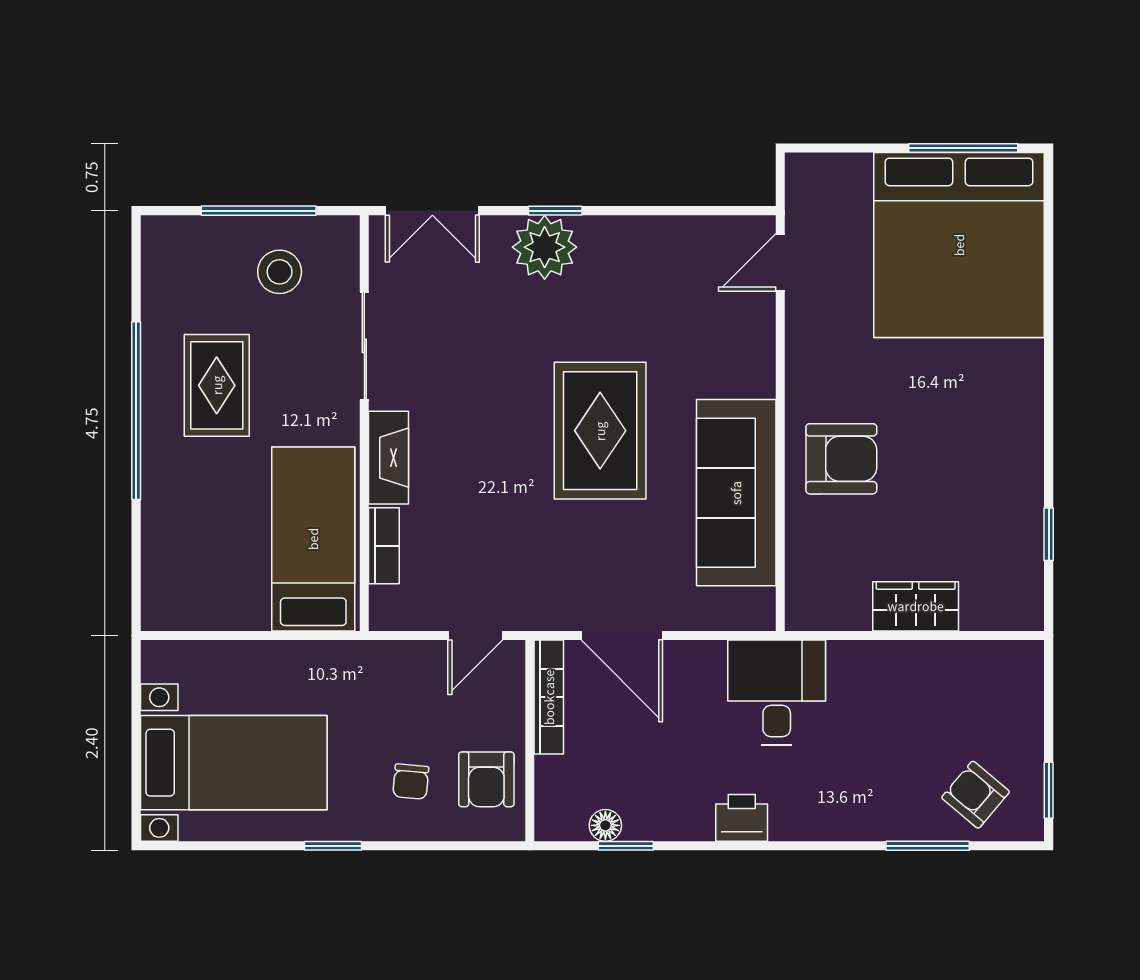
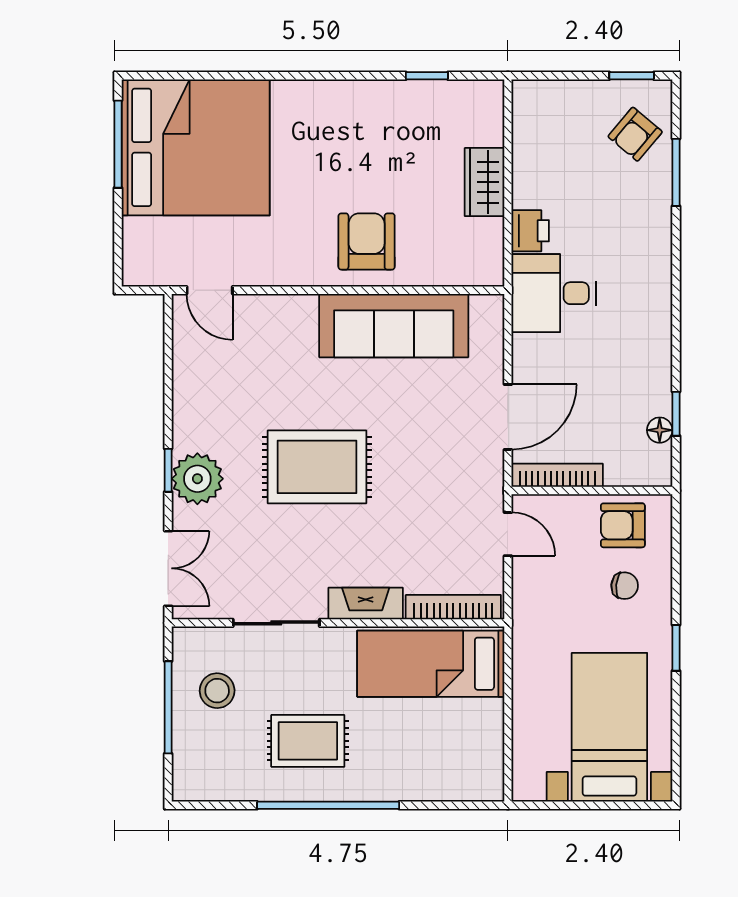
rug: (600, 431) -> (317, 467), moved
bookcase: (384, 546) -> (453, 607), width x1.56
armchair: (486, 779) -> (623, 525), turned 180
printer: (742, 818) -> (530, 231), moved, turned 180

